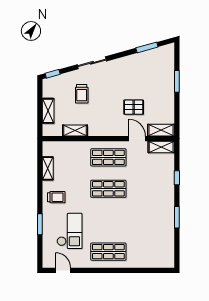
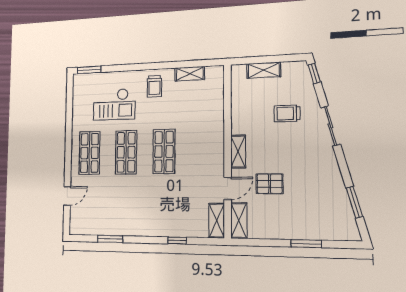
pallet: (134, 107) -> (270, 184), turned 90
shelving: (75, 130) -> (238, 152), moved
shop shelf: (108, 157) -> (126, 152), moved
window: (177, 217) -> (110, 239), moved
window: (40, 224) -> (89, 70), moved
door: (63, 270) -> (67, 196), moved

